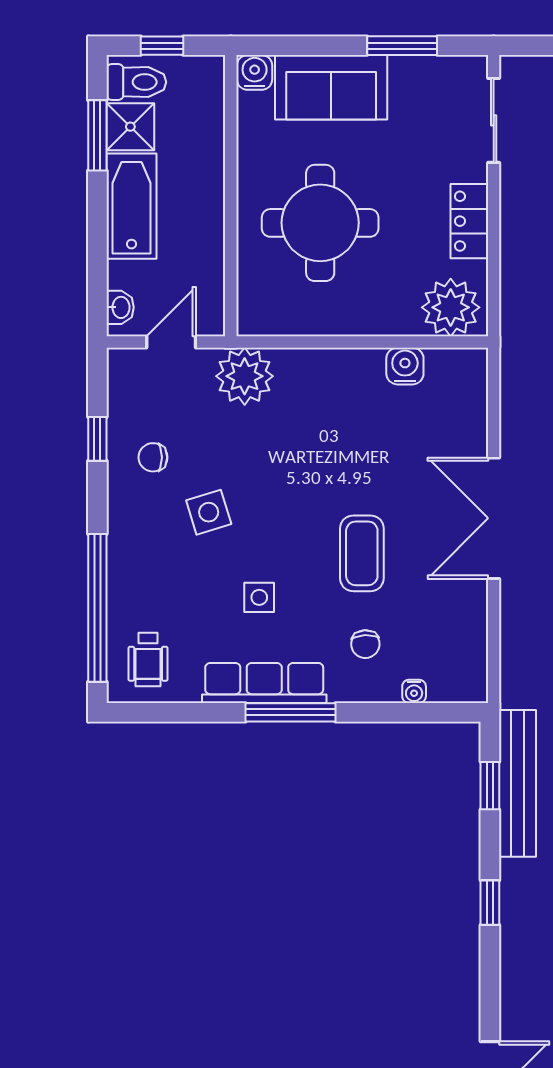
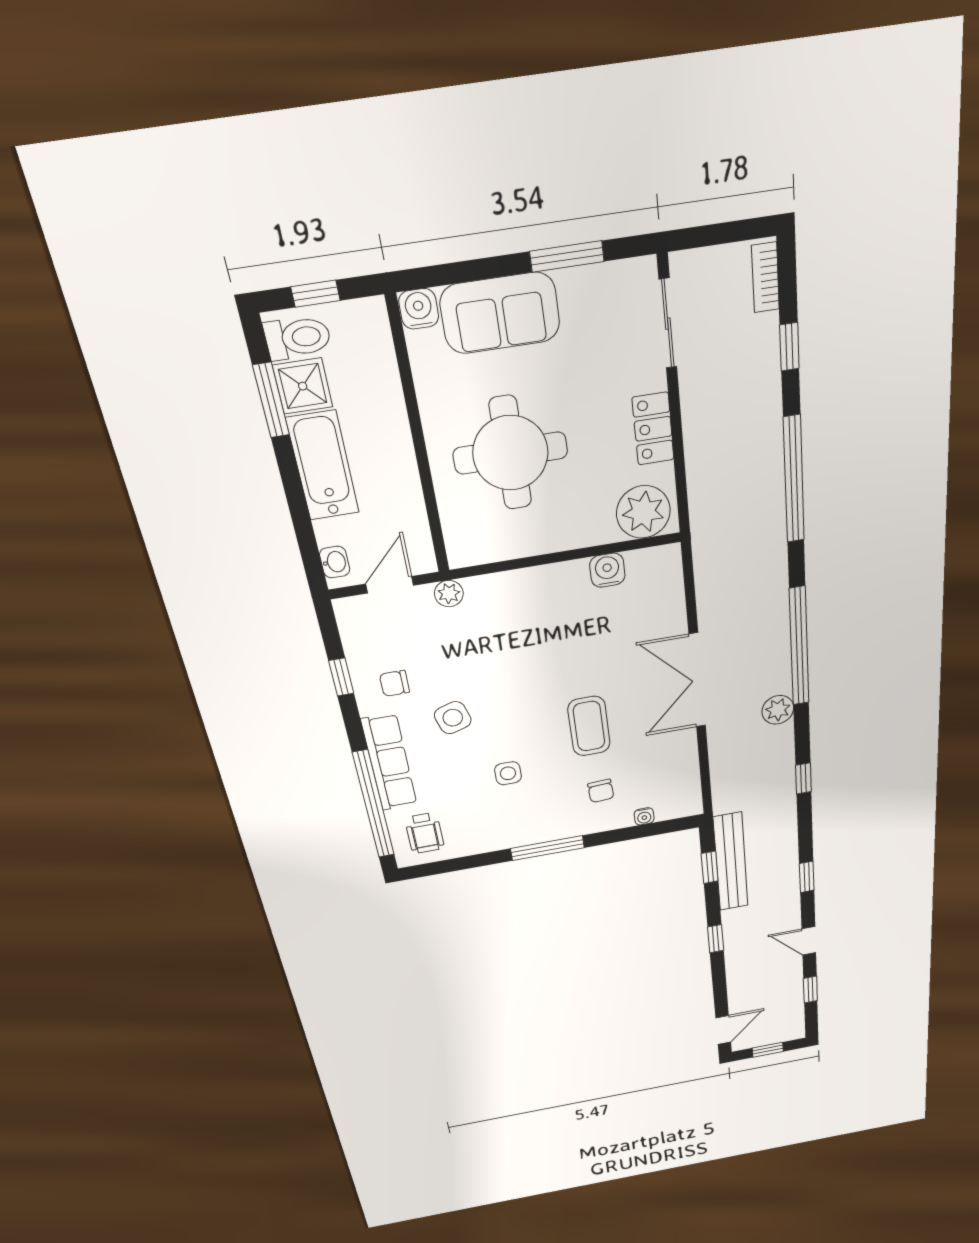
plant: (245, 376) -> (449, 594), width x0.53, depth x0.53
row of seats: (264, 683) -> (389, 762), moved, turned 90

